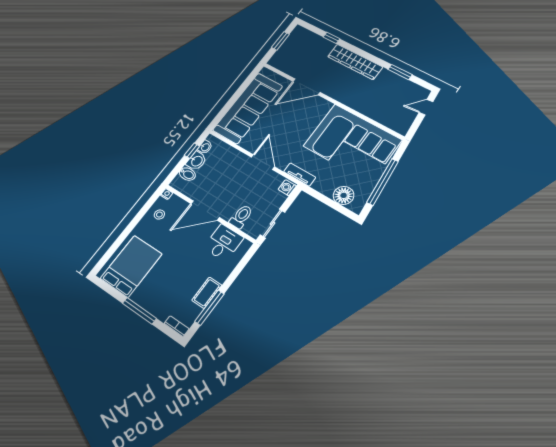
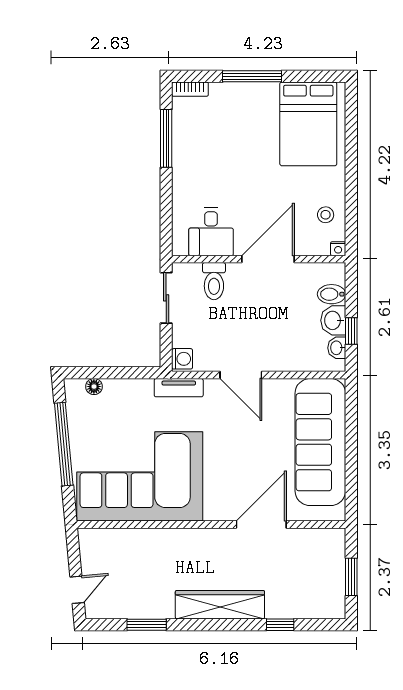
floor lamp: (344, 195) -> (94, 387), width x0.53, depth x0.53
cot: (207, 293) -> (184, 154), removed

